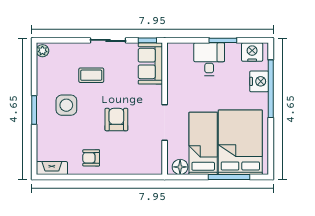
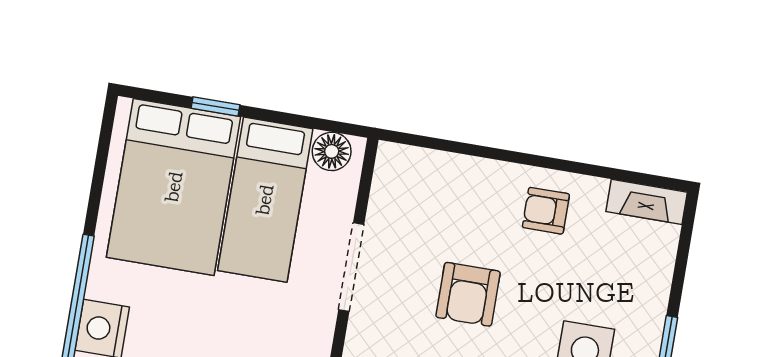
armchair: (91, 158) -> (546, 211), turned 180
window: (229, 177) -> (216, 106), width x0.46

